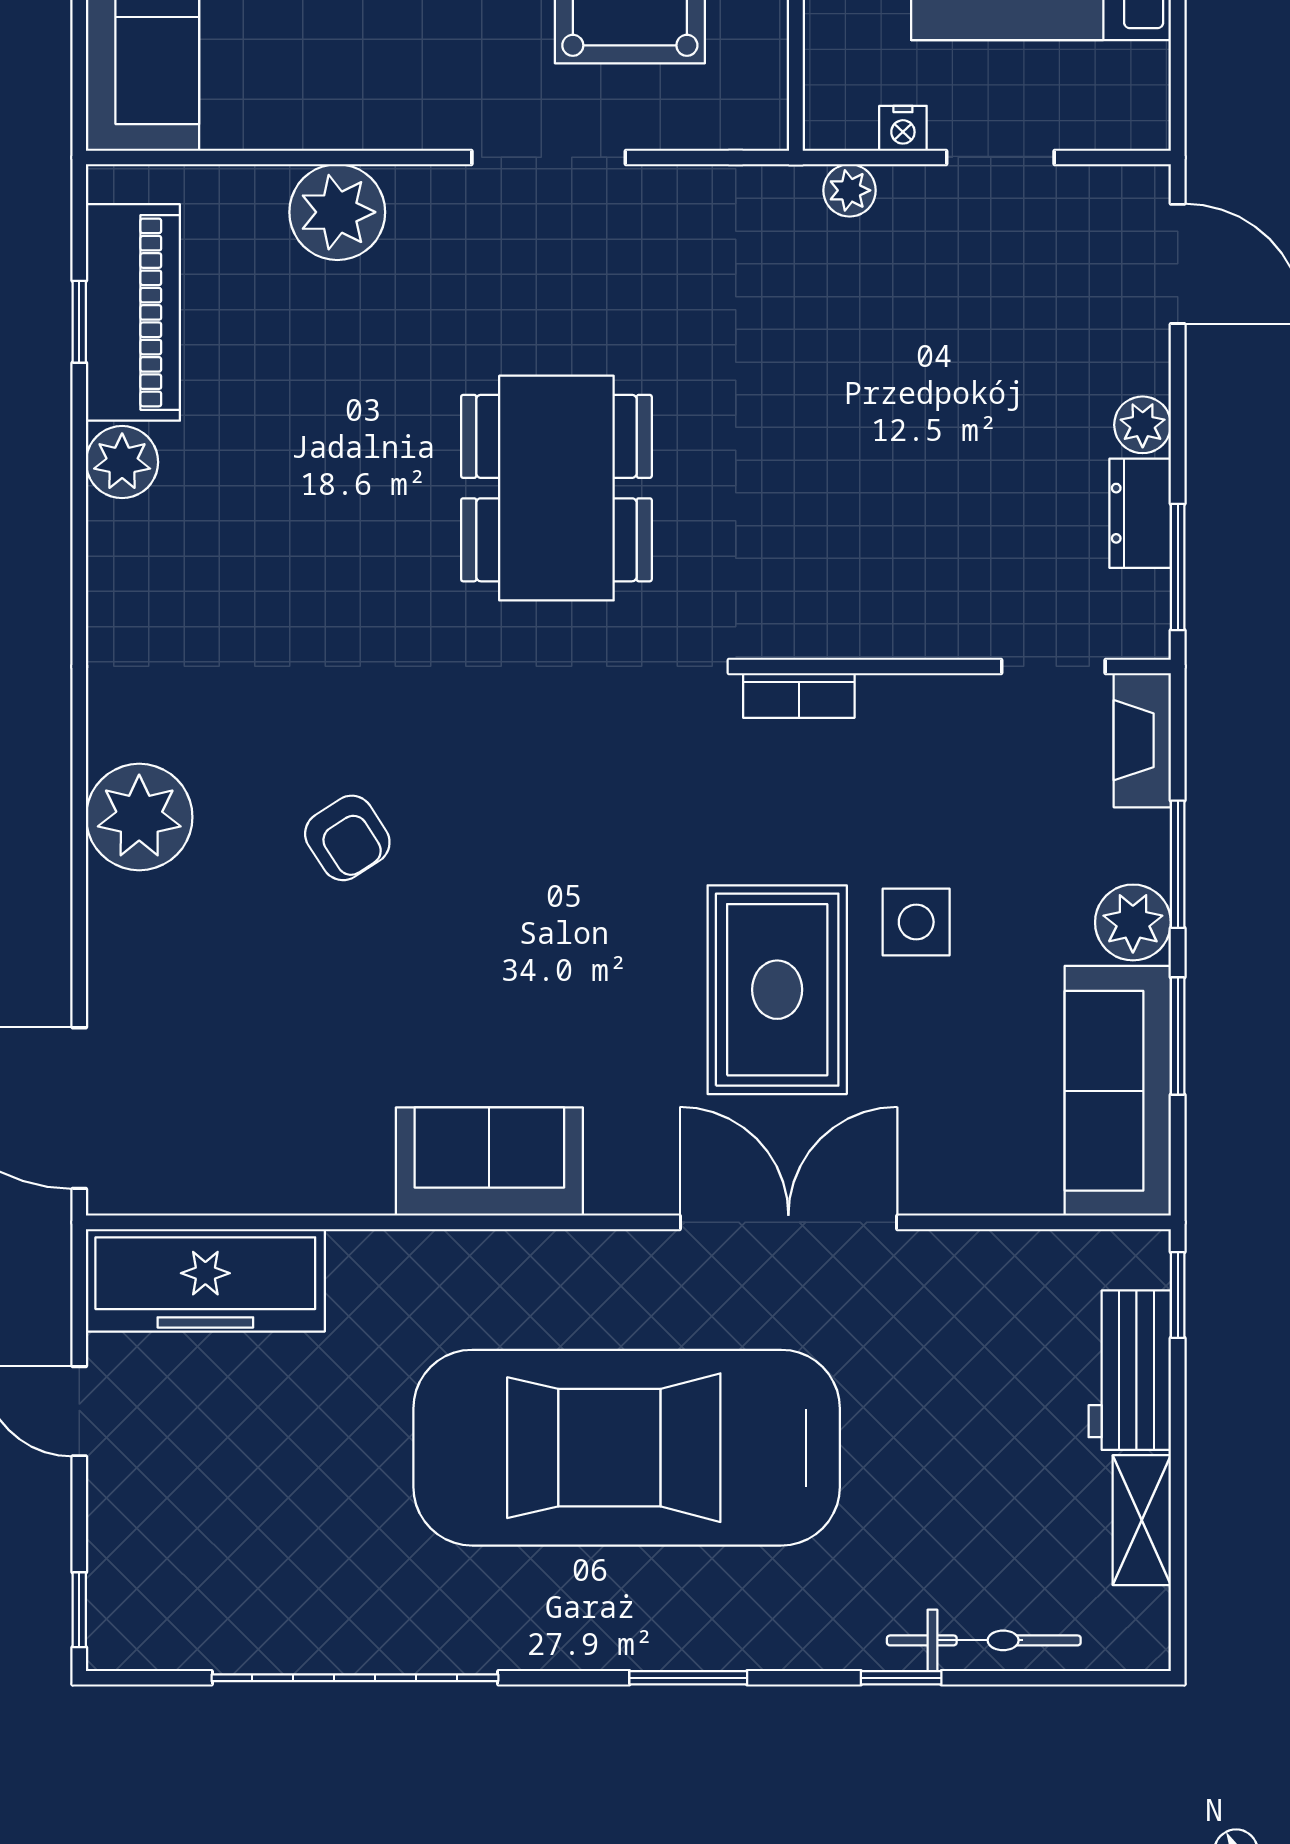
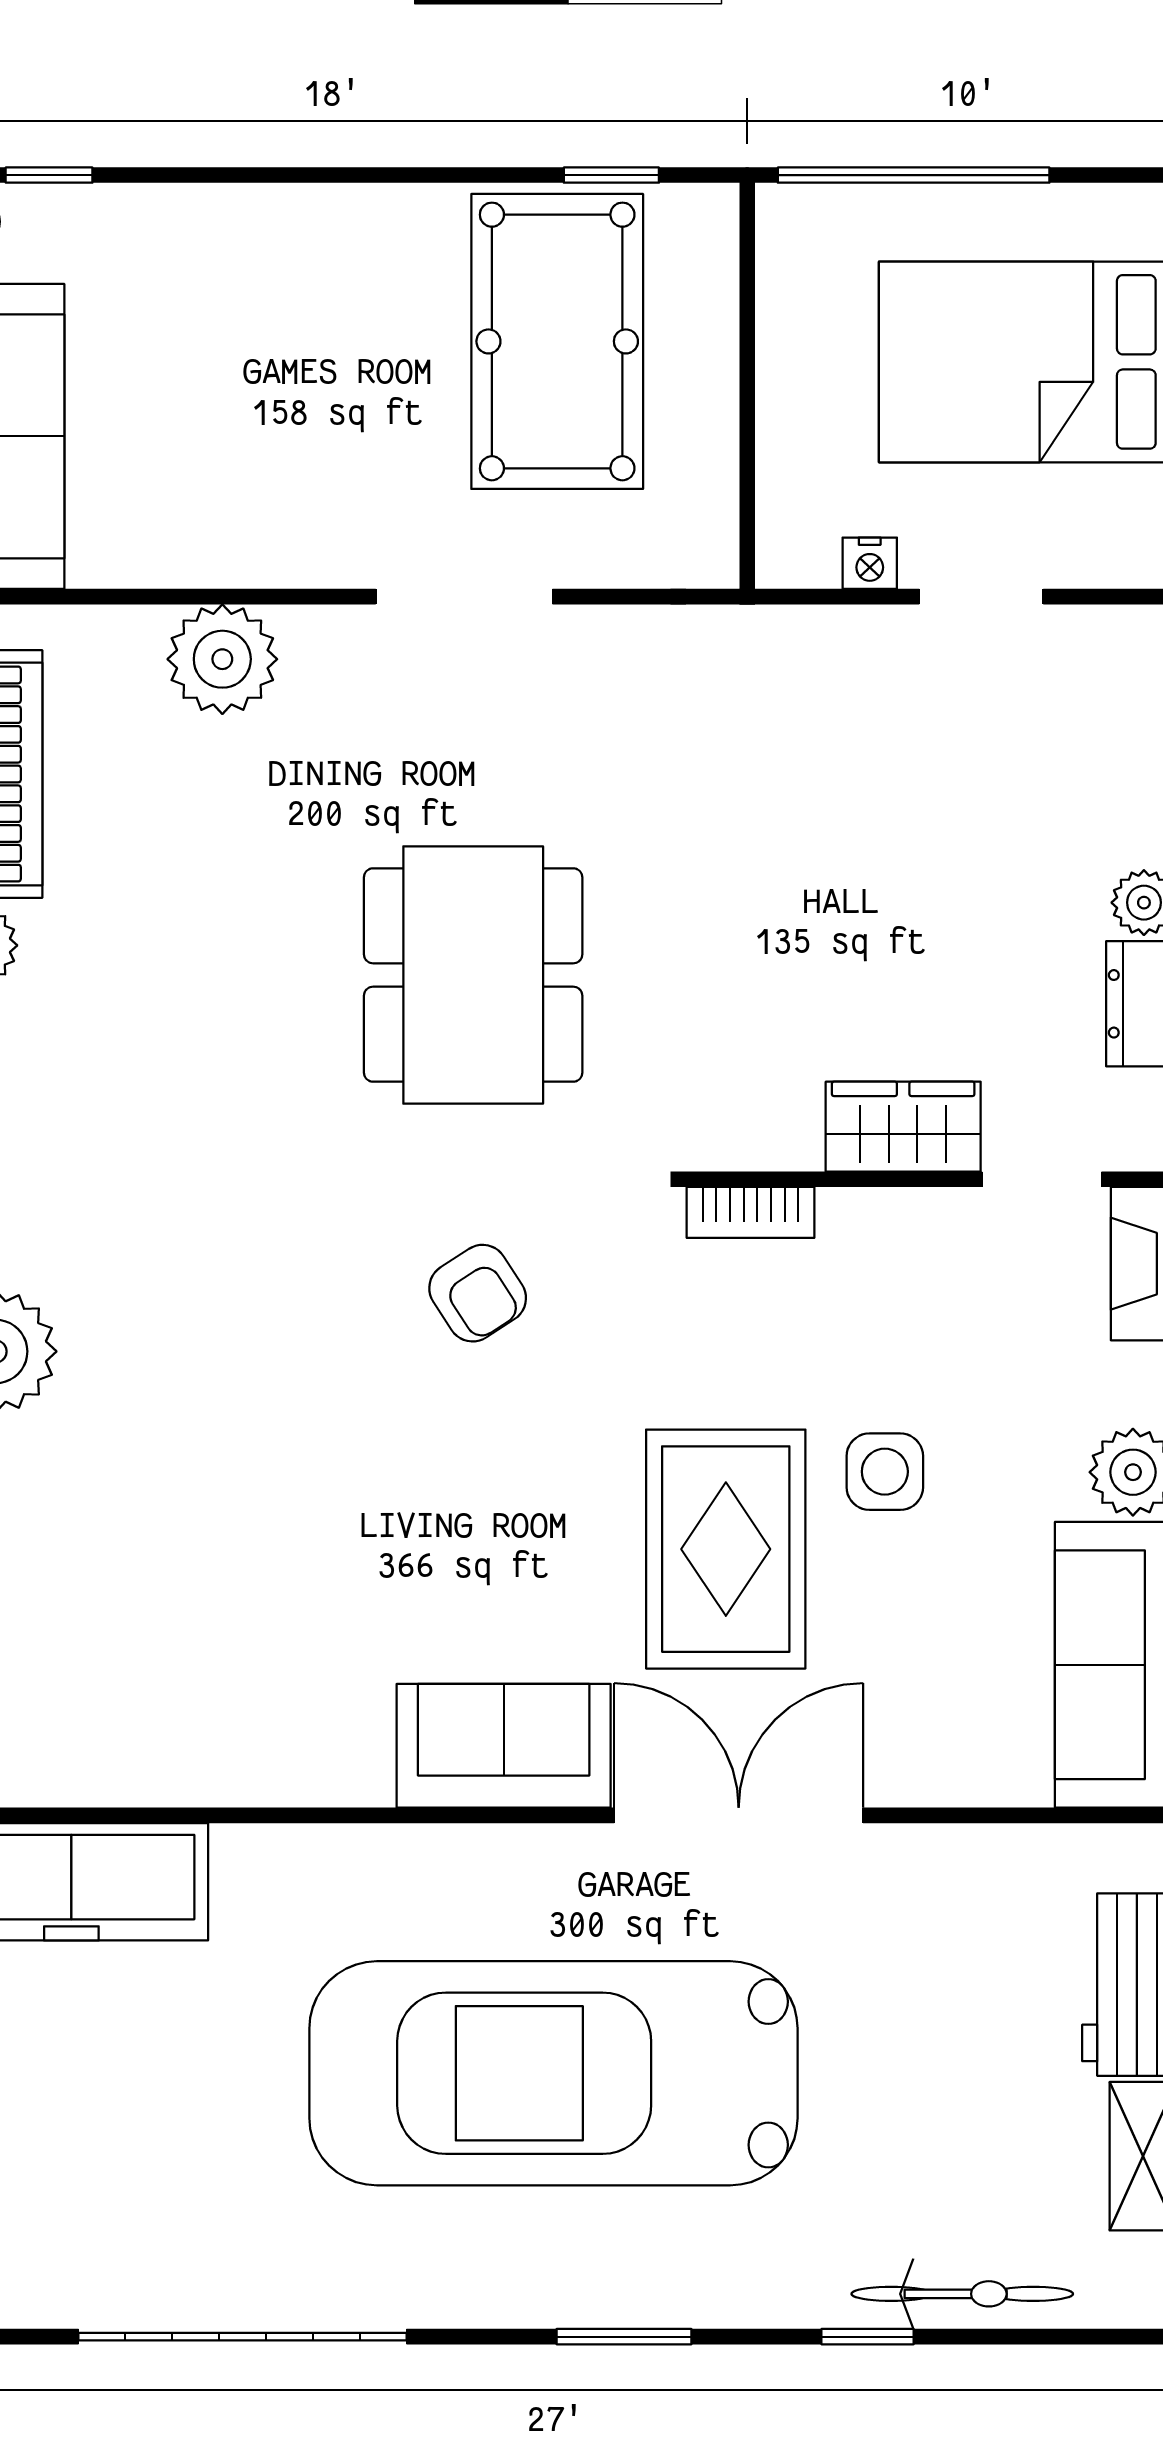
plant: (850, 190) -> (809, 634), removed
wardrobe: (932, 621) -> (903, 1127), added
armchair: (347, 838) -> (478, 1293), moved
sofa: (489, 1162) -> (504, 1746), moved

